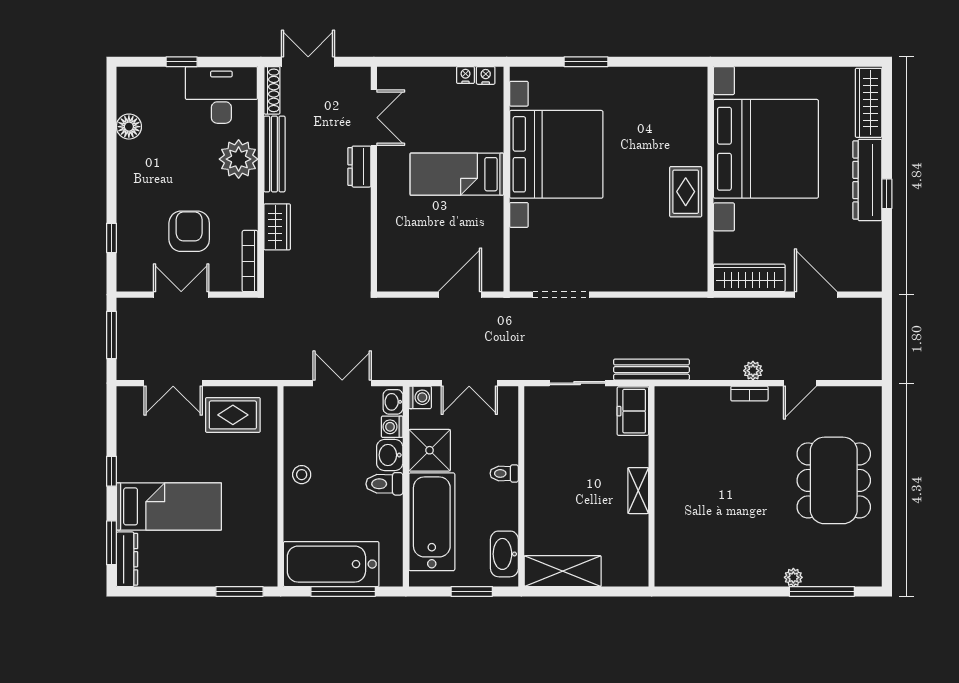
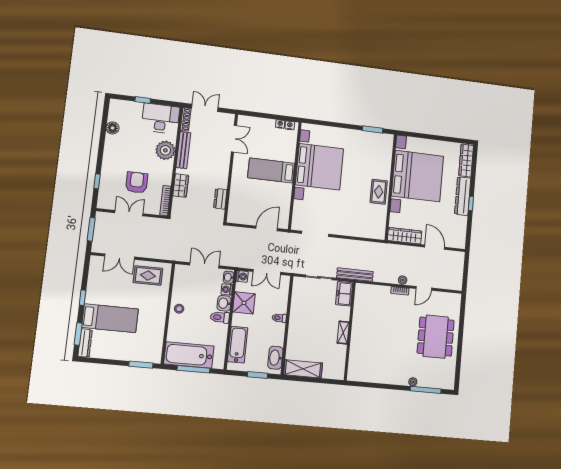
window: (586, 62) -> (373, 129), moved
dresser: (359, 167) -> (220, 199), moved
bathtub: (432, 522) -> (238, 345), width x0.73, depth x0.73

